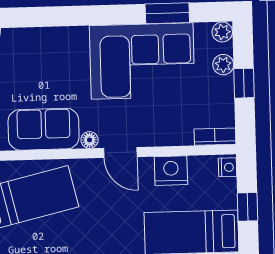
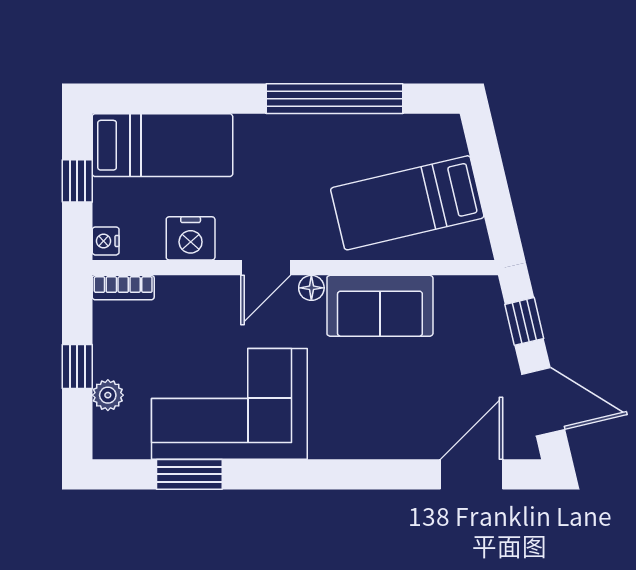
plant: (222, 32) -> (108, 444), removed
door: (120, 152) -> (266, 268), swing flipped

